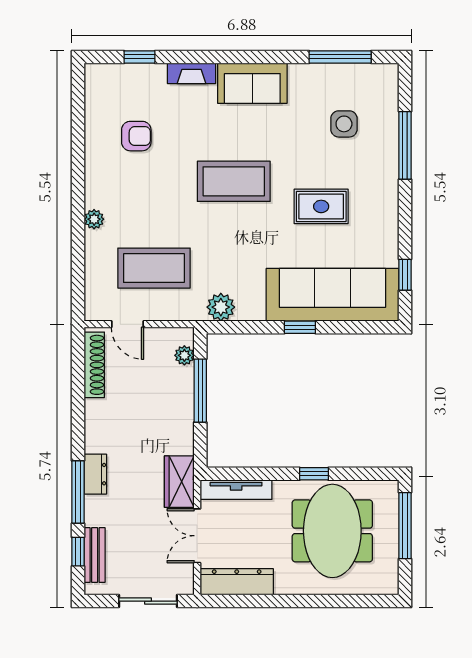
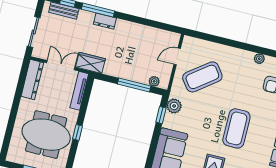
plant: (94, 219) -> (259, 59), moved
coffee table: (154, 268) -> (202, 77), turned 53
window: (300, 327) -> (161, 115), moved
shoe rack: (94, 365) -> (161, 34), removed

